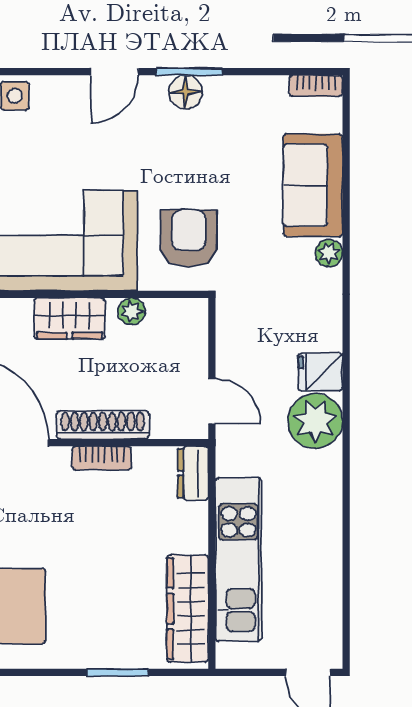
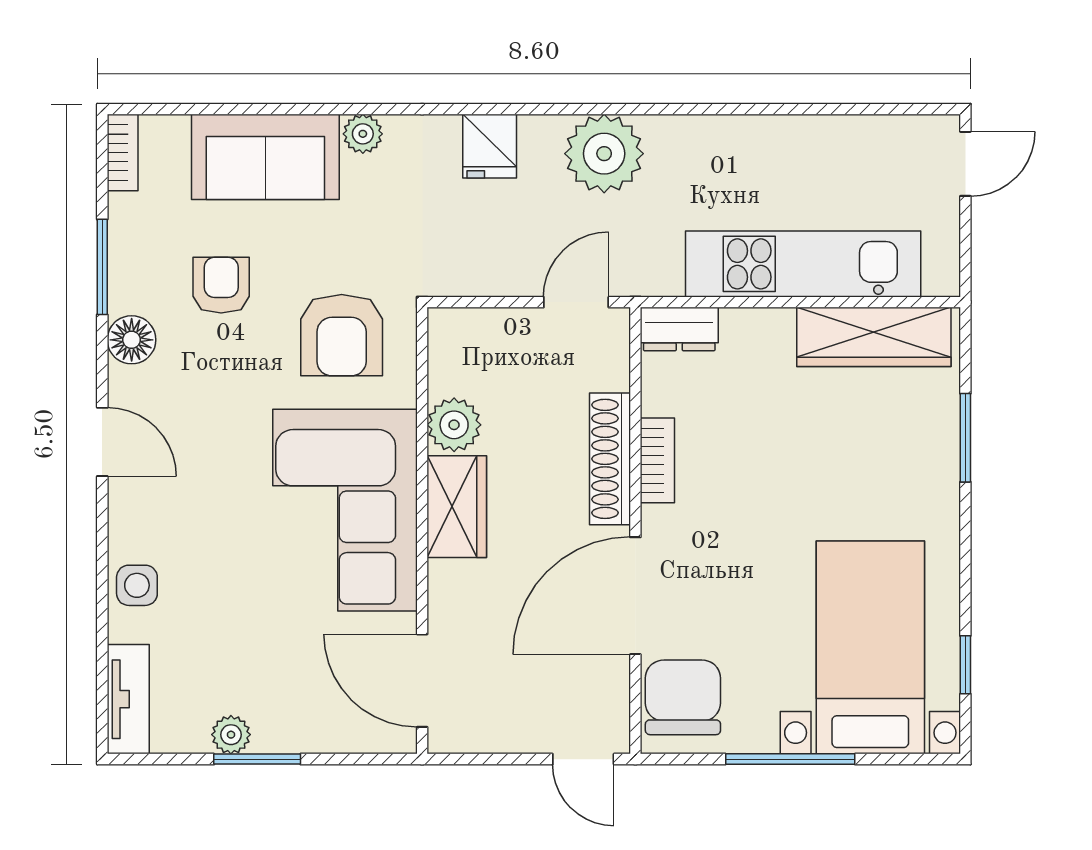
window: (189, 72) -> (102, 267), moved
armchair: (224, 154) -> (221, 285), added
armchair: (189, 238) -> (342, 335), turned -90
plant: (132, 311) -> (454, 425), width x1.38, depth x1.38
fridge: (320, 372) -> (490, 146), moved

